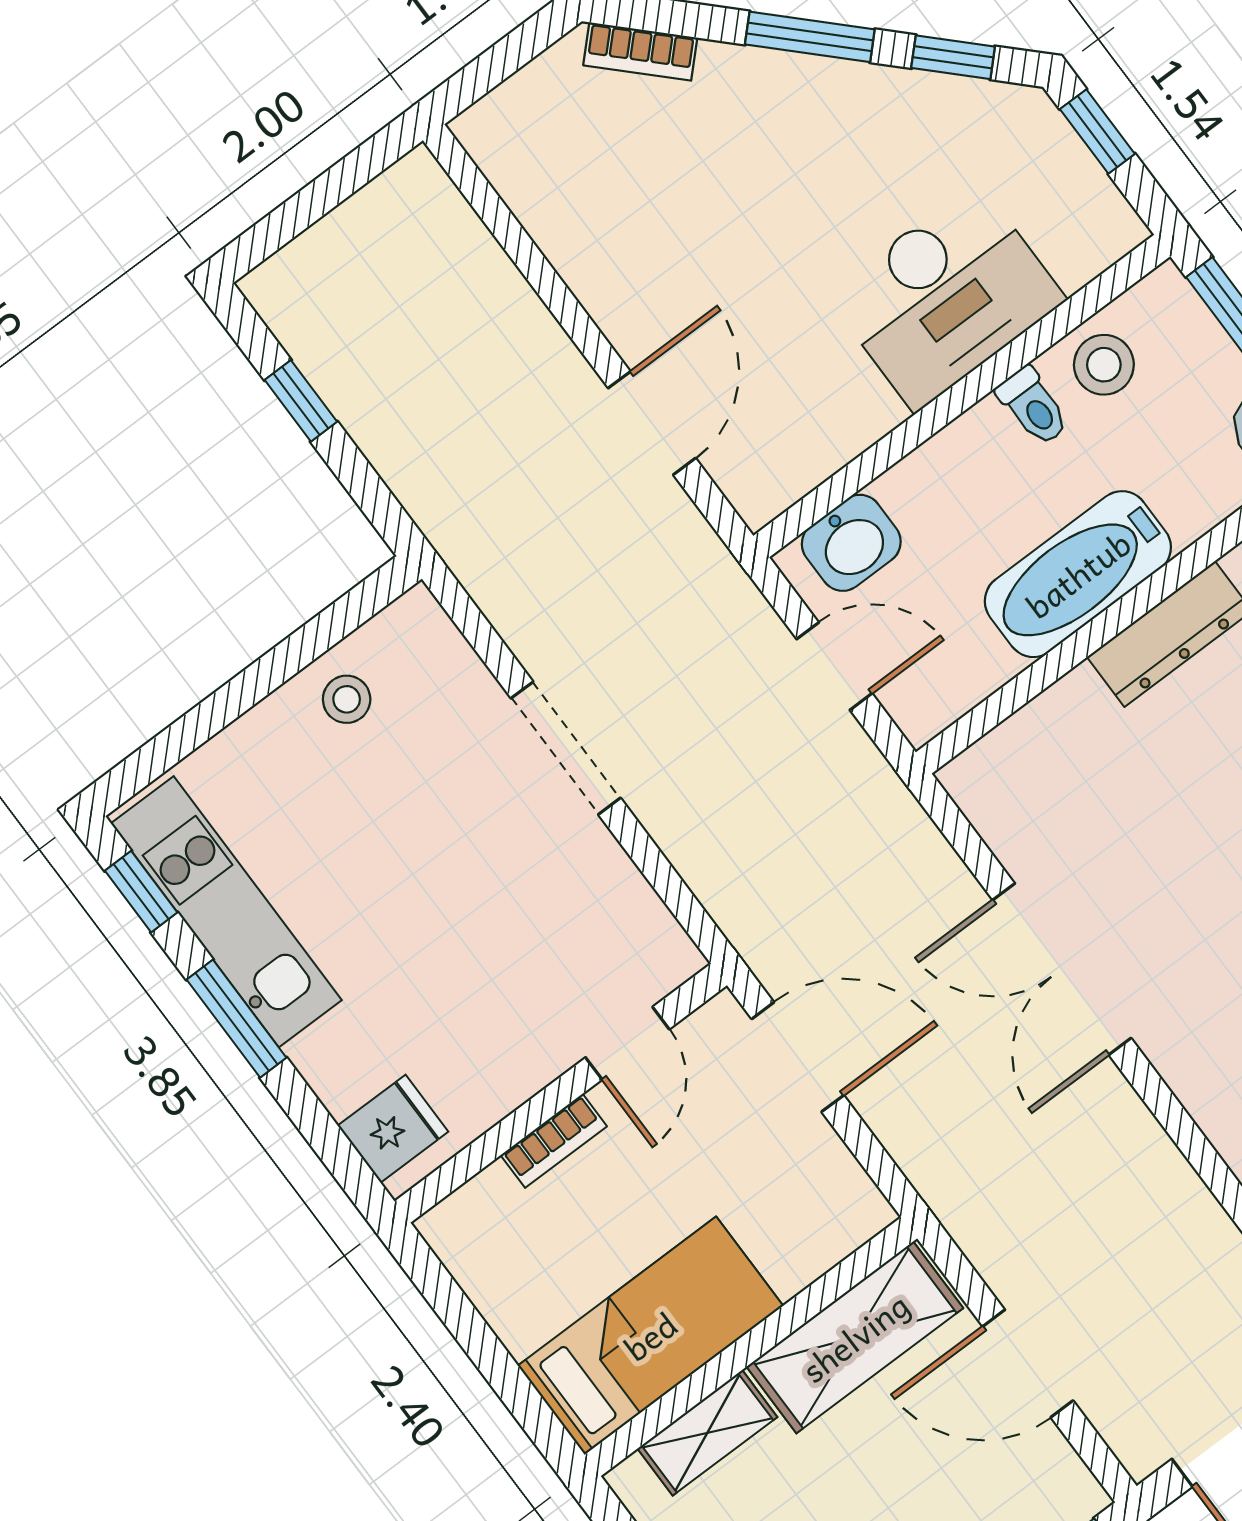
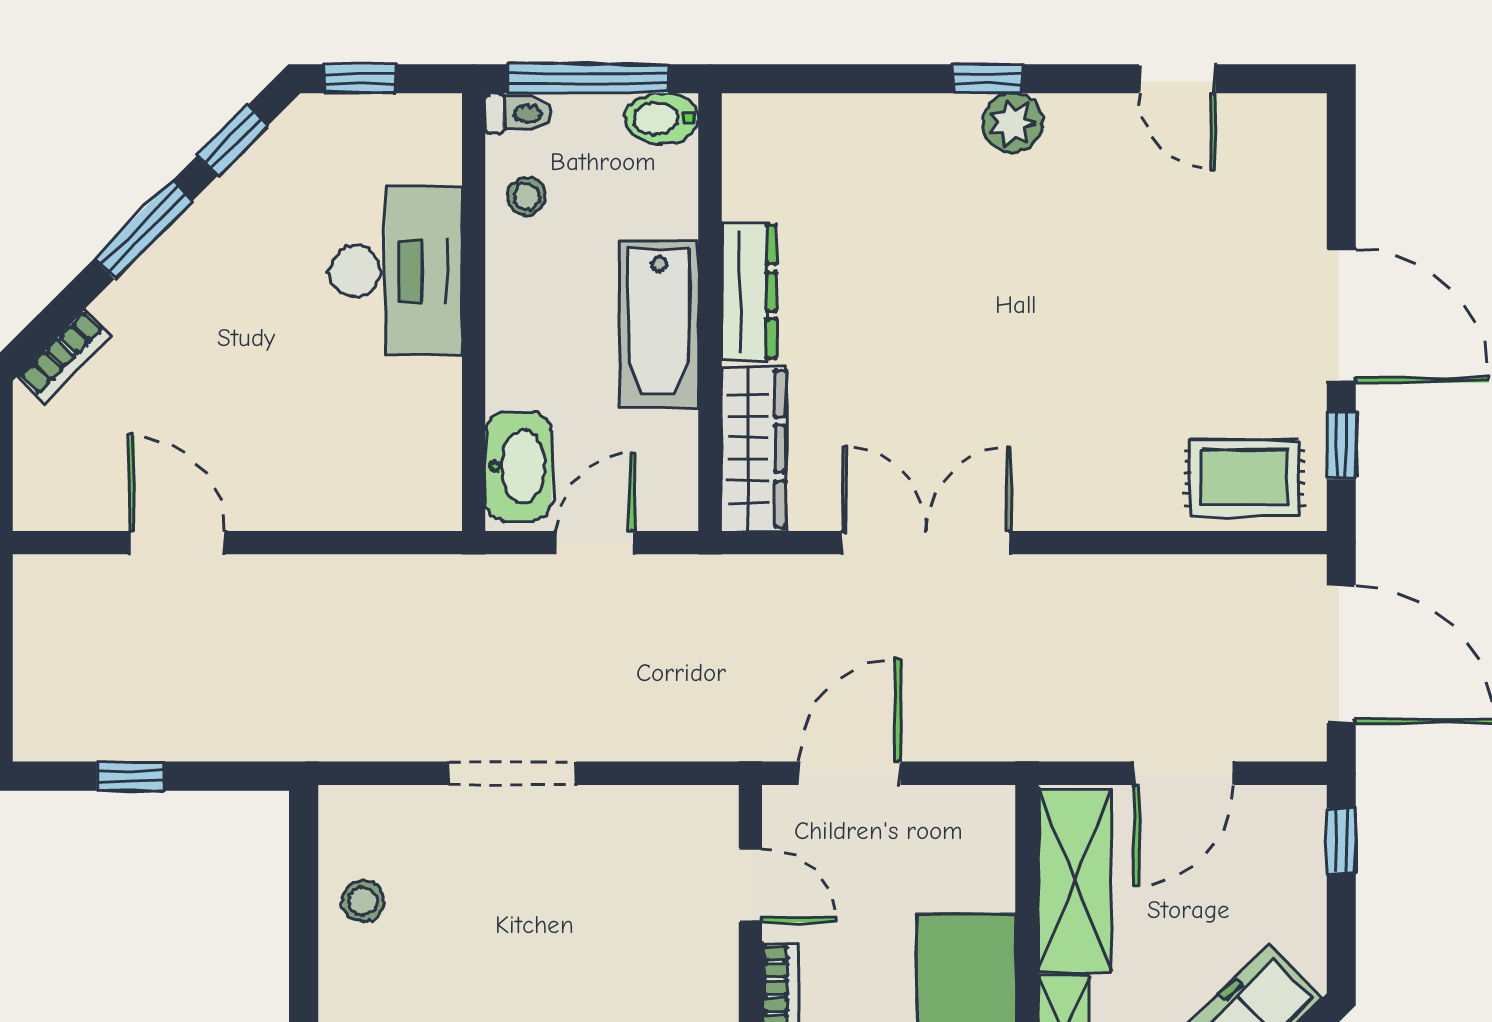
stool: (1104, 365) -> (526, 196), width x0.73, depth x0.73
toilet: (1033, 406) -> (518, 113), moved
door: (652, 423) -> (177, 543), moved
washbasin: (851, 543) -> (518, 466), width x1.38
wardrobe: (1029, 746) -> (753, 449), added
double door: (1062, 969) -> (926, 543), swing flipped

